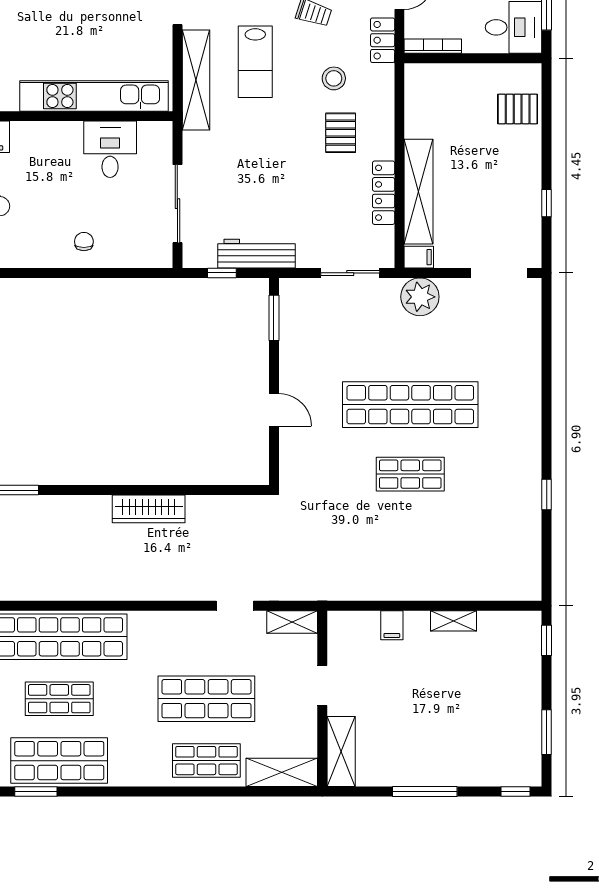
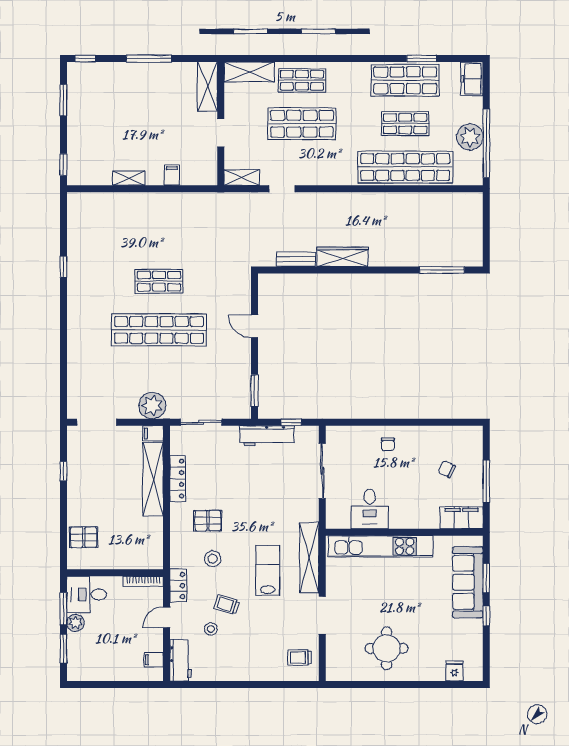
pallet: (341, 133) -> (208, 521), turned 90
bench: (215, 505) -> (296, 259), added

